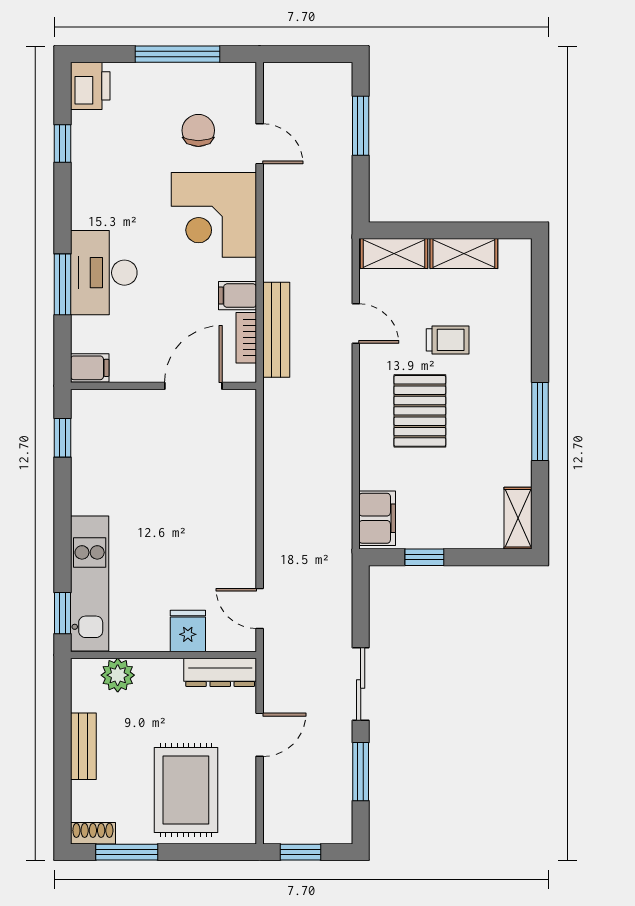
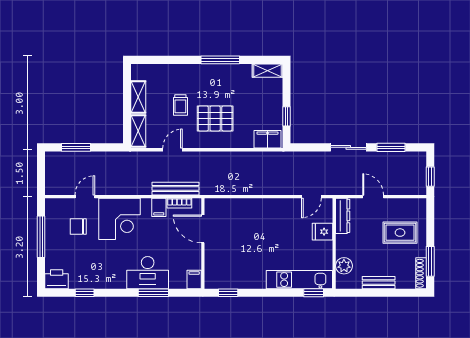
trolley: (448, 340) -> (180, 105), turned 180
rug: (186, 790) -> (400, 233), width x0.73, depth x0.70
shoe rack: (93, 833) -> (421, 273), width x1.43

